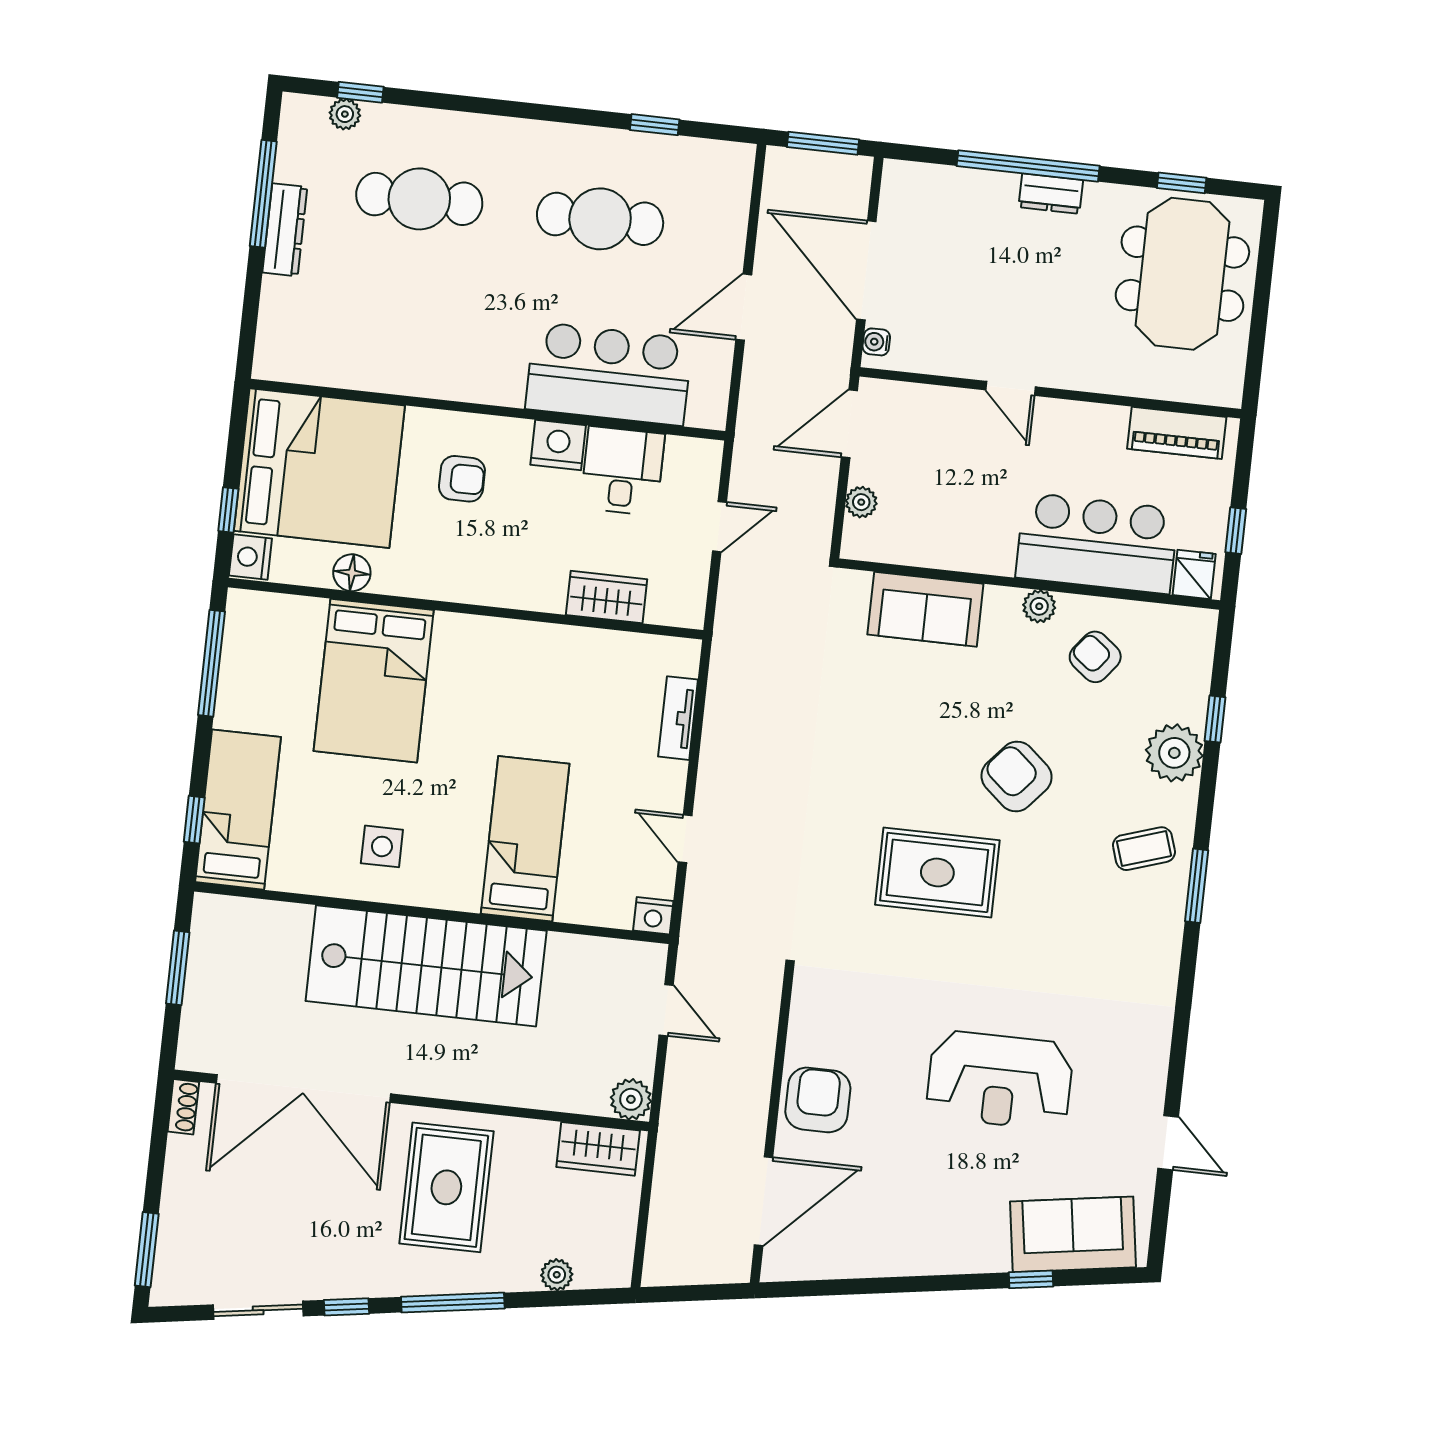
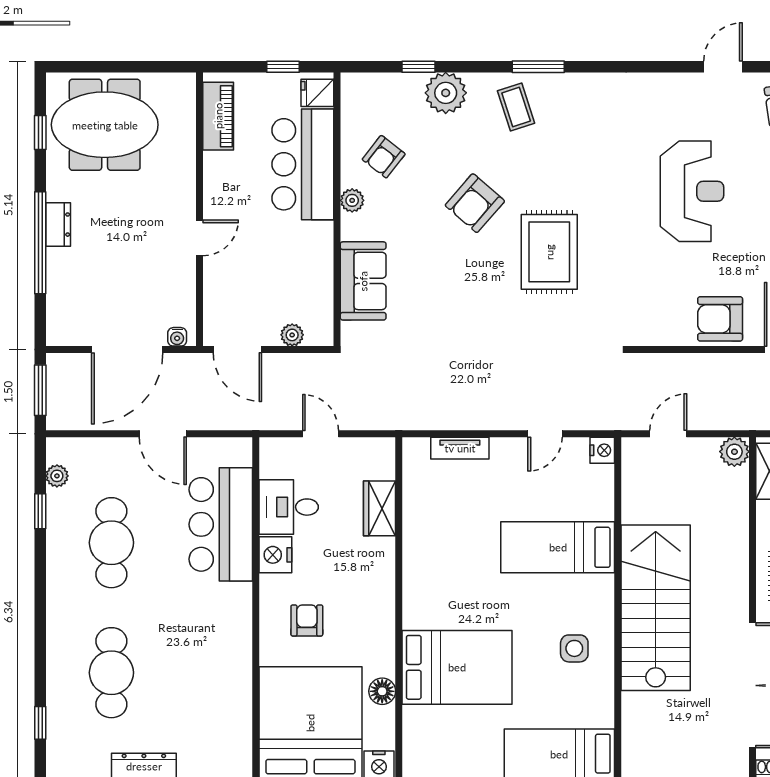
plant: (345, 114) -> (57, 476), moved

